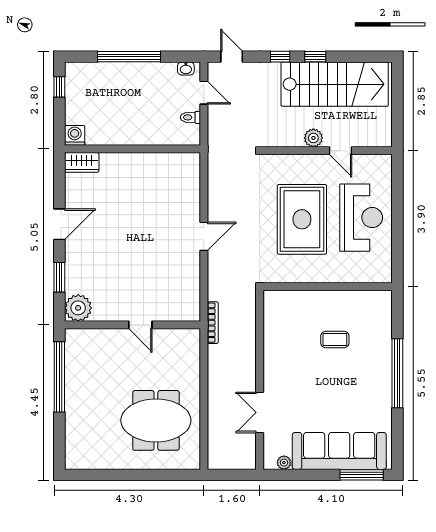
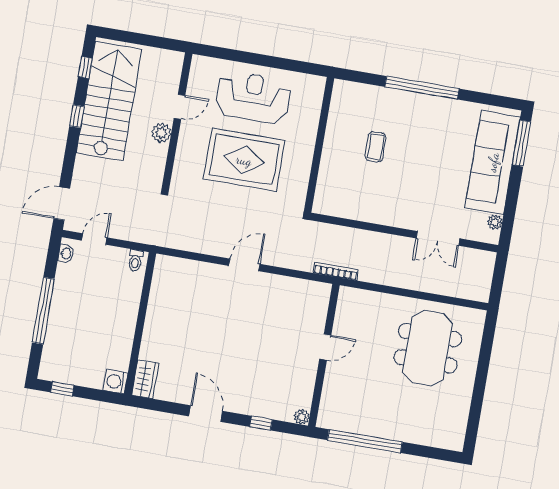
door: (232, 57) -> (62, 204), width x1.38
window: (280, 57) -> (85, 67), moved
toilet: (190, 117) -> (135, 261), moved
door: (204, 236) -> (244, 265), hinge flipped
window: (59, 277) -> (261, 423), width x0.67
plant: (78, 308) -> (302, 417), width x0.53, depth x0.53

